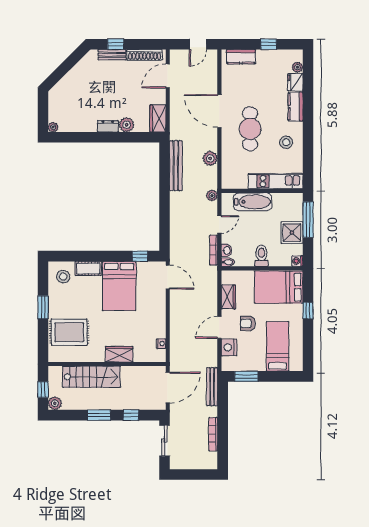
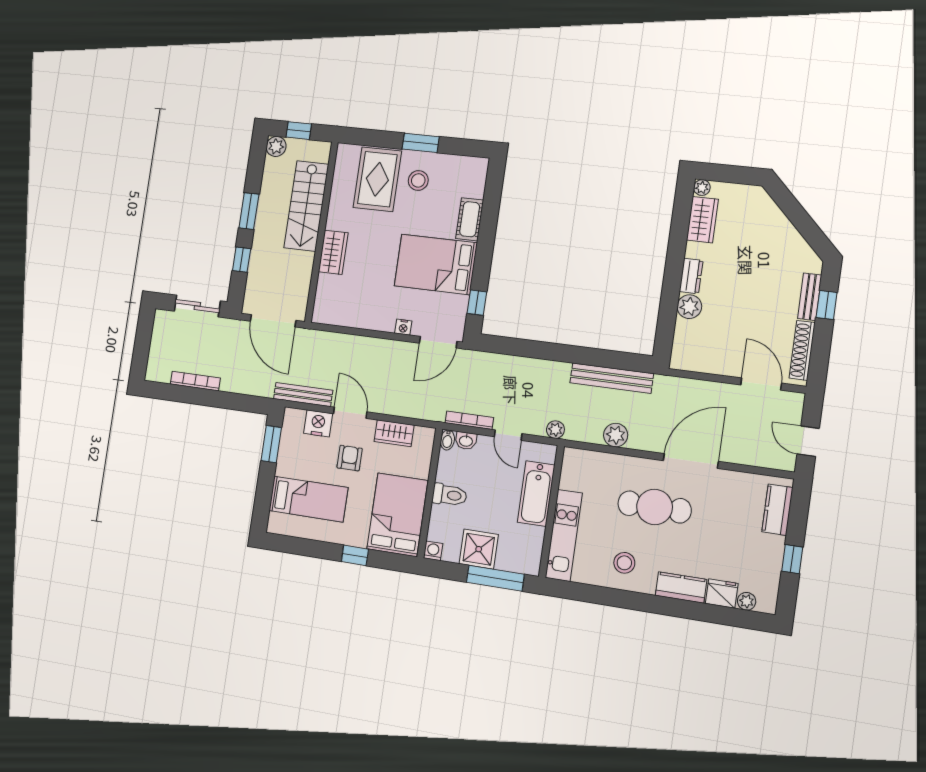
wardrobe: (158, 118) -> (702, 220), moved, turned 90
stool: (63, 277) -> (418, 180), moved
nightstand: (161, 344) -> (403, 327), moved
bench: (212, 387) -> (303, 394), moved

